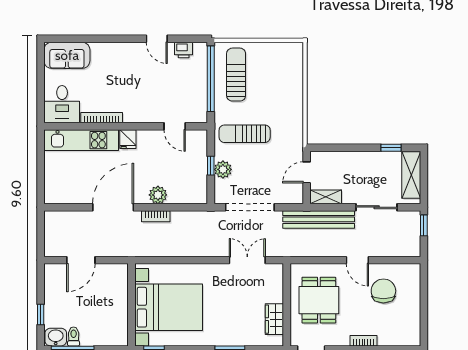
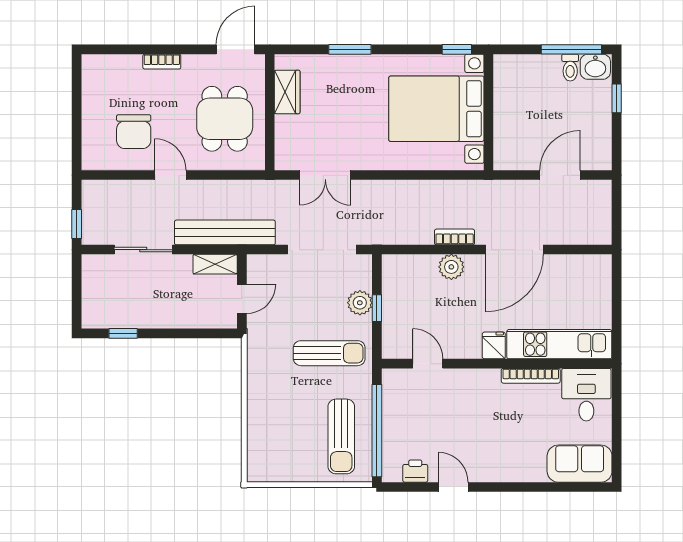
shelving: (411, 175) -> (94, 295), removed

